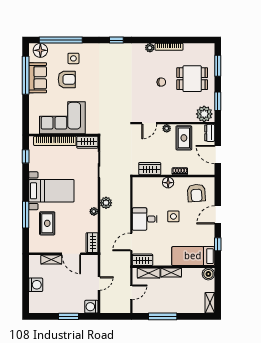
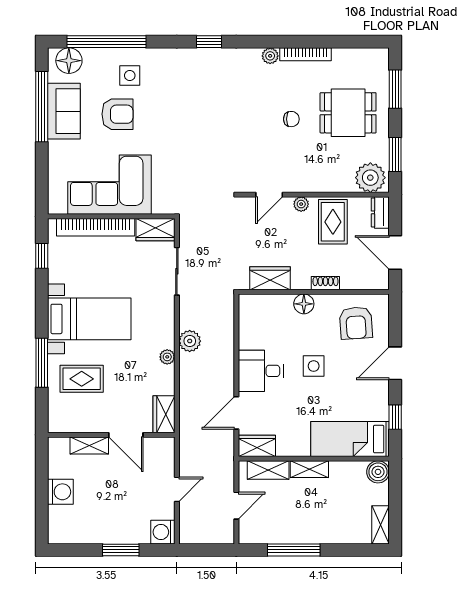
rug: (47, 223) -> (82, 379), turned 90

